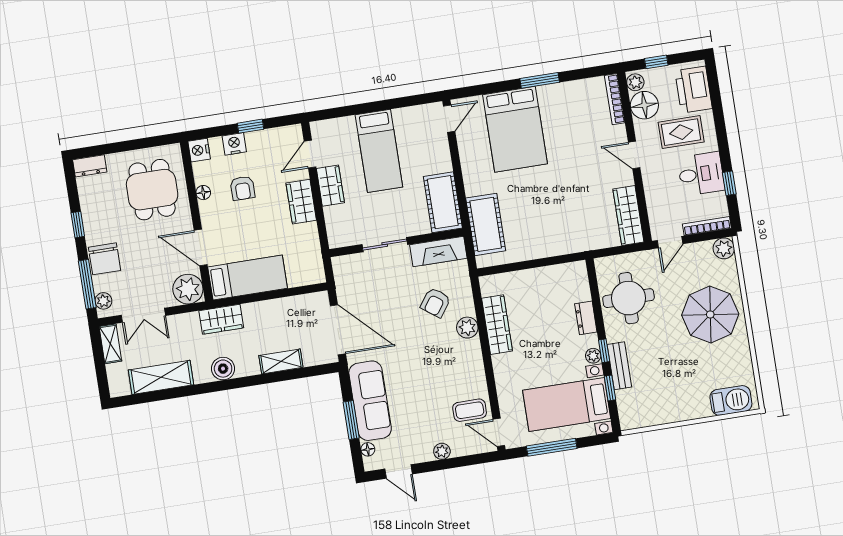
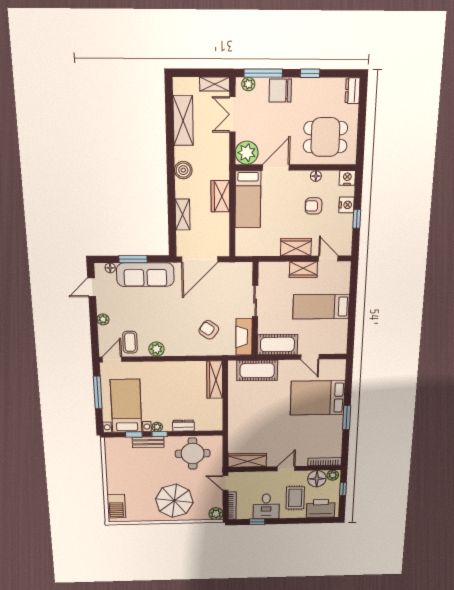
door: (449, 119) -> (310, 357), moved
wardrobe: (221, 319) -> (220, 196), moved
wardrobe: (497, 325) -> (215, 380), moved, turned 90
plant: (467, 328) -> (156, 349), moved

